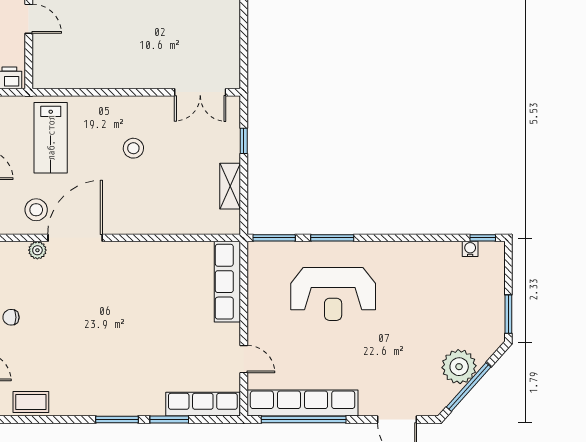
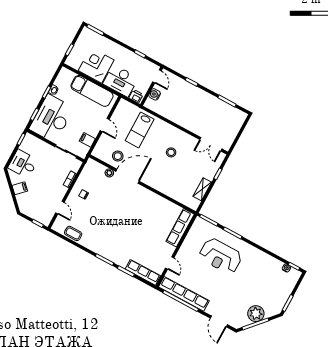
water cooler: (43, 55) -> (155, 94), added

